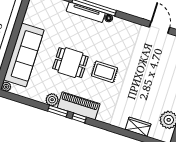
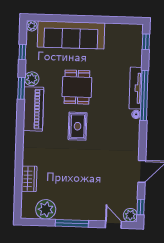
window: (79, 118) -> (22, 52), moved

